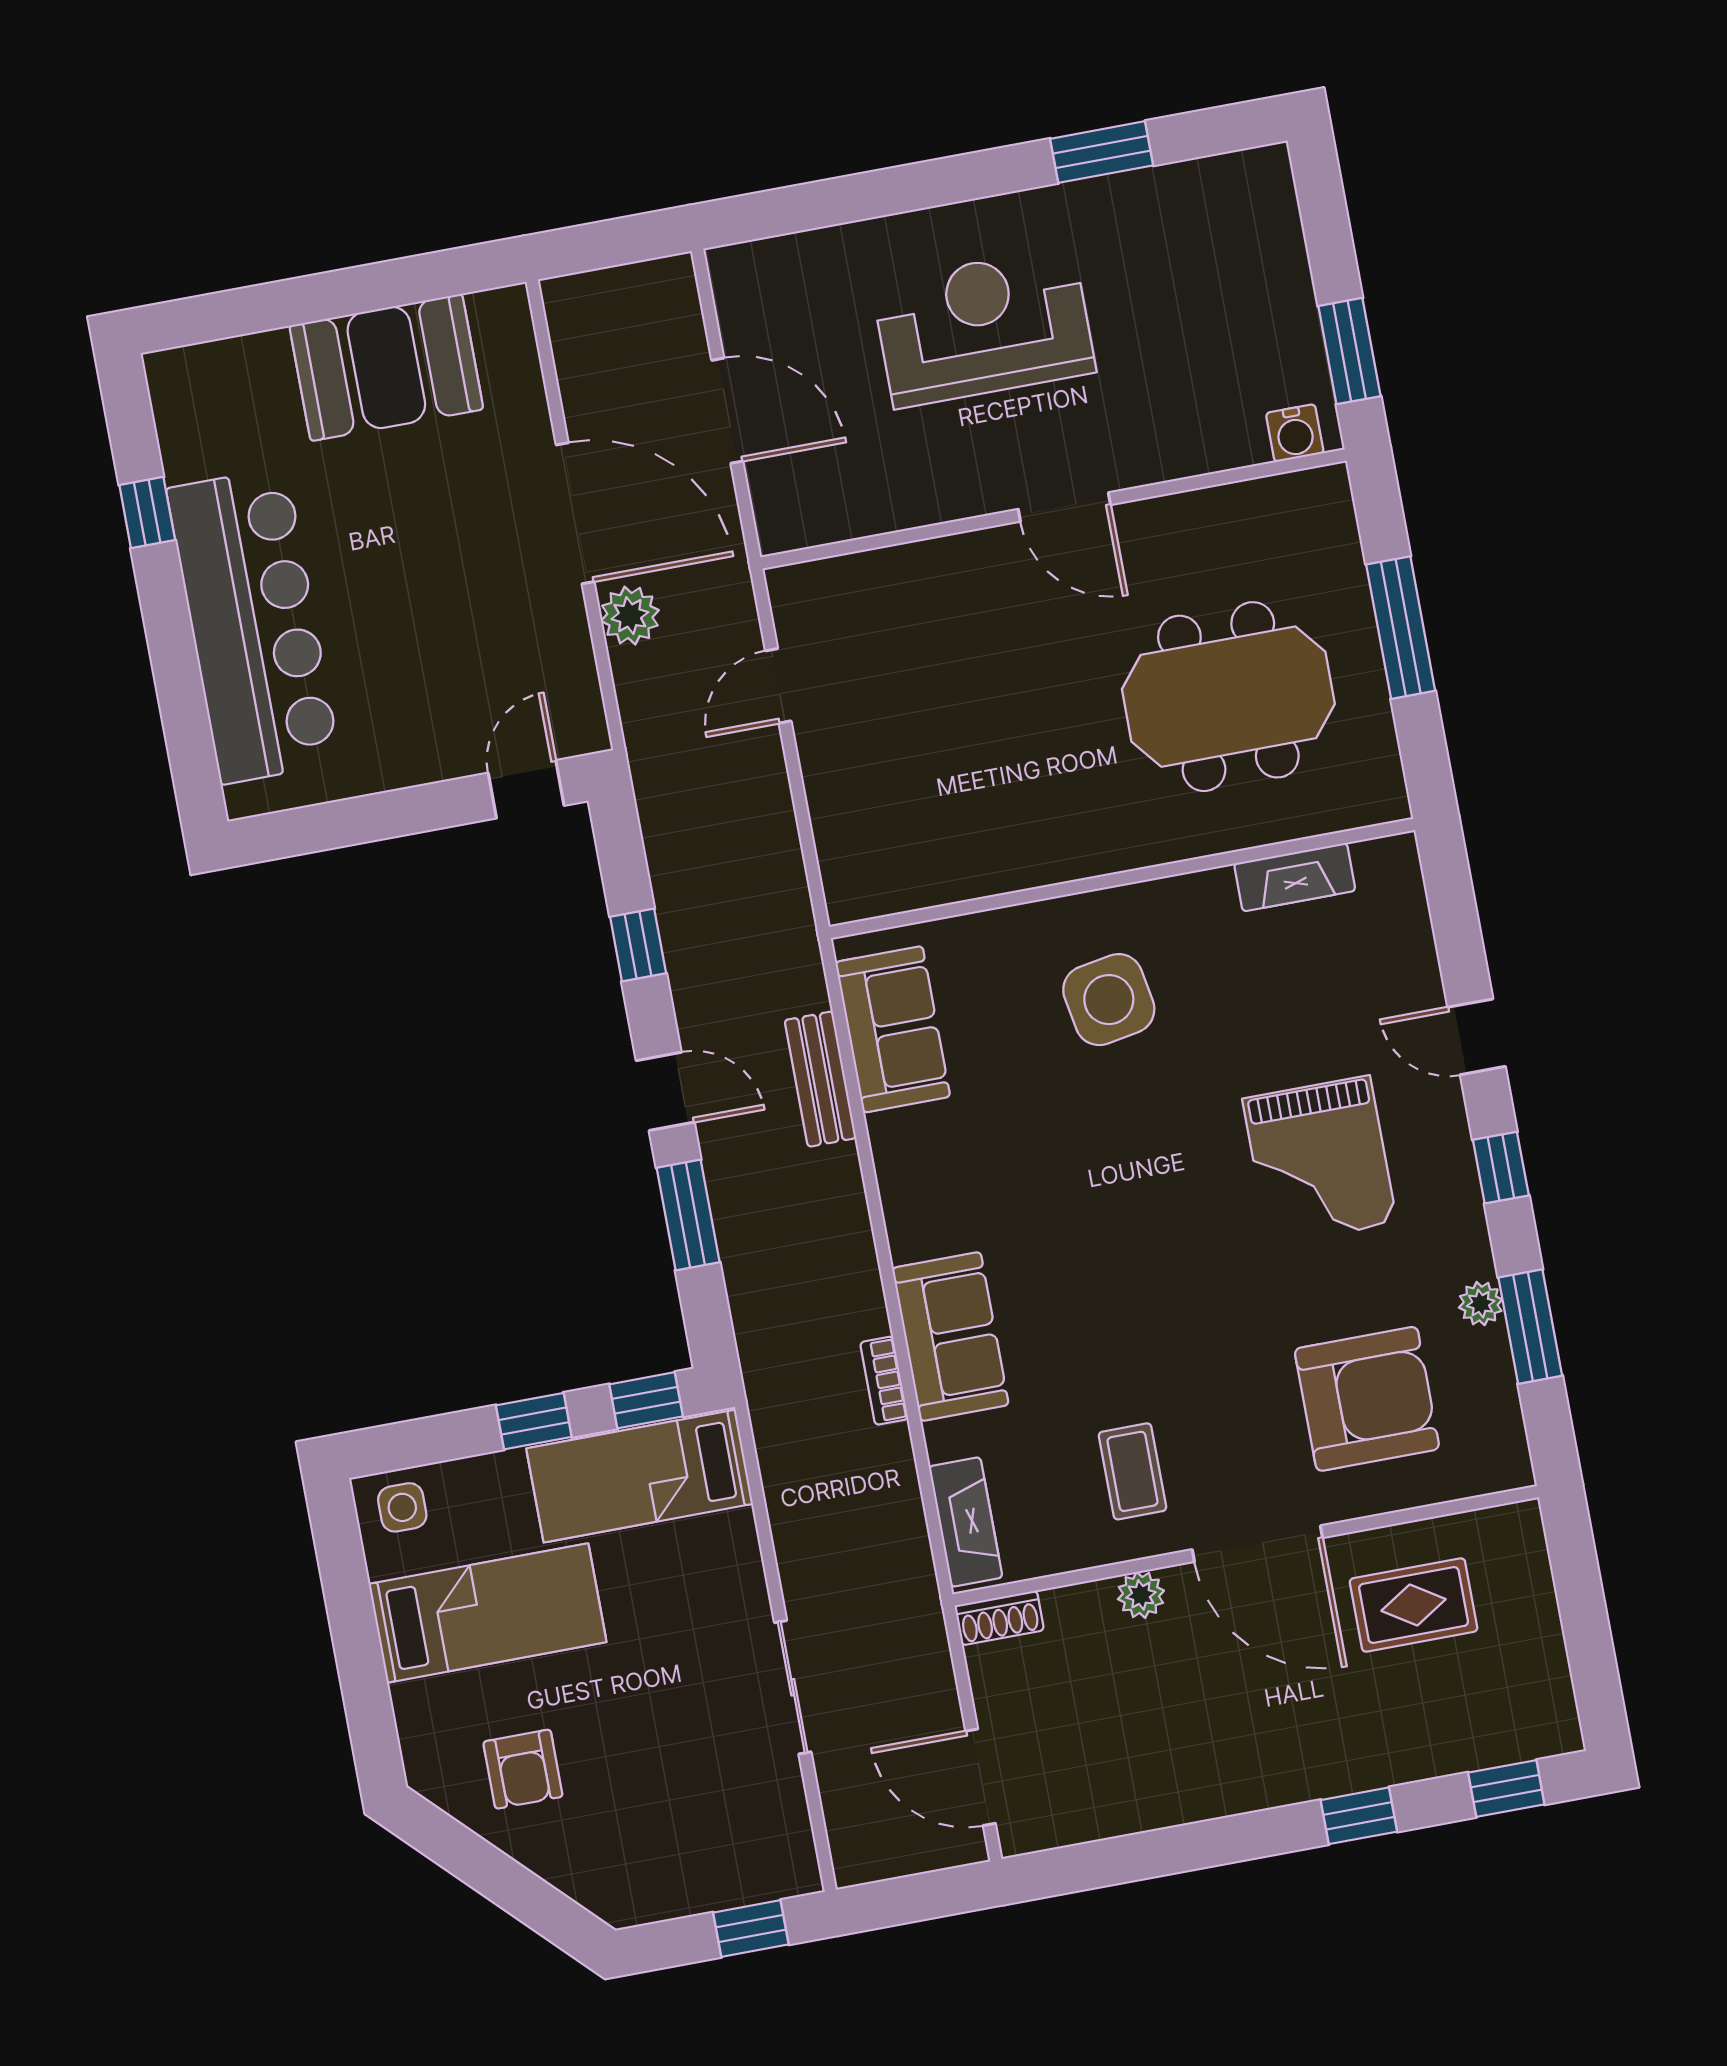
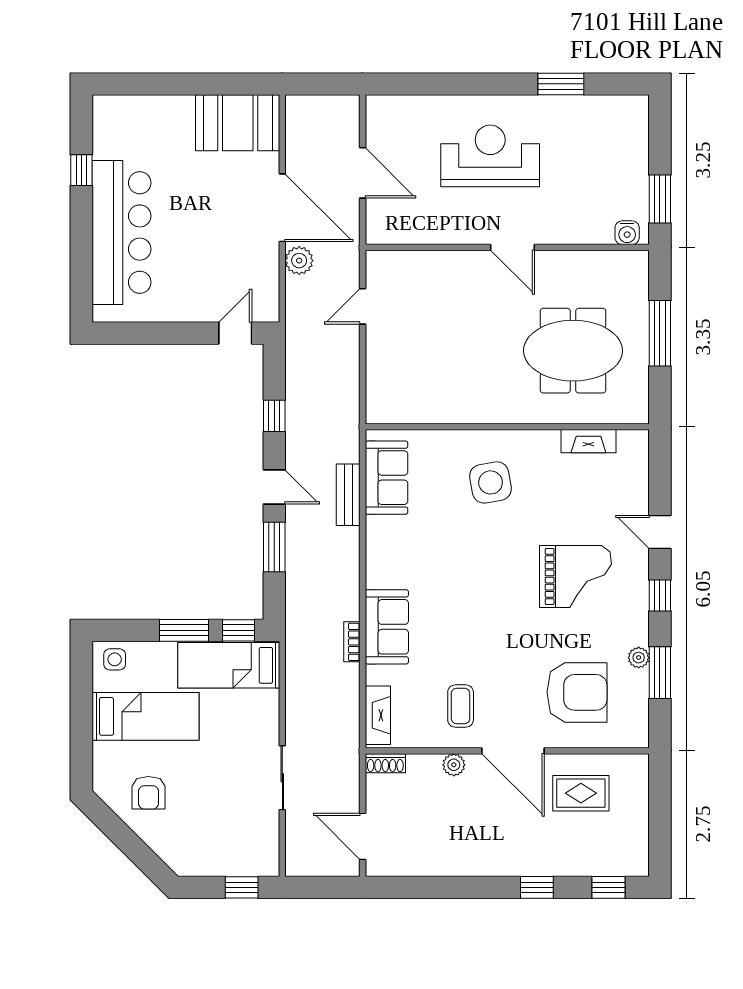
booth: (386, 367) -> (238, 123), moved
grand piano: (1320, 1161) -> (575, 576), turned -90
window: (534, 1421) -> (184, 630), width x1.50

